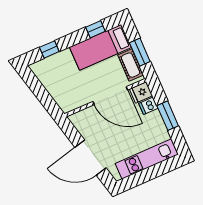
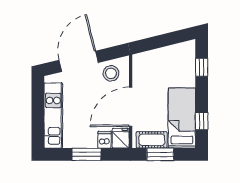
stool: (89, 125) -> (111, 73), added

